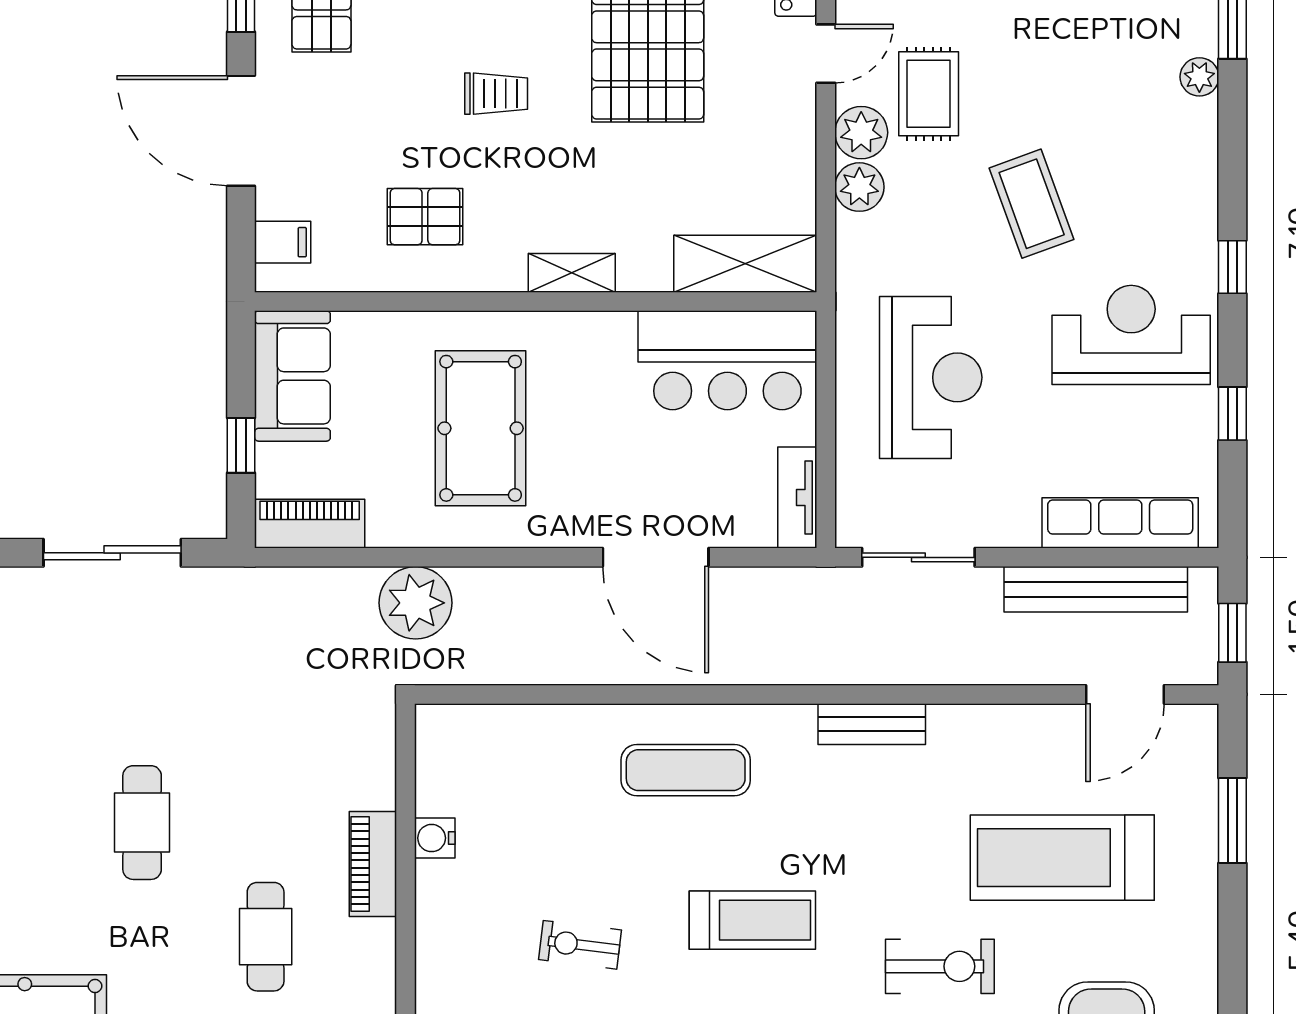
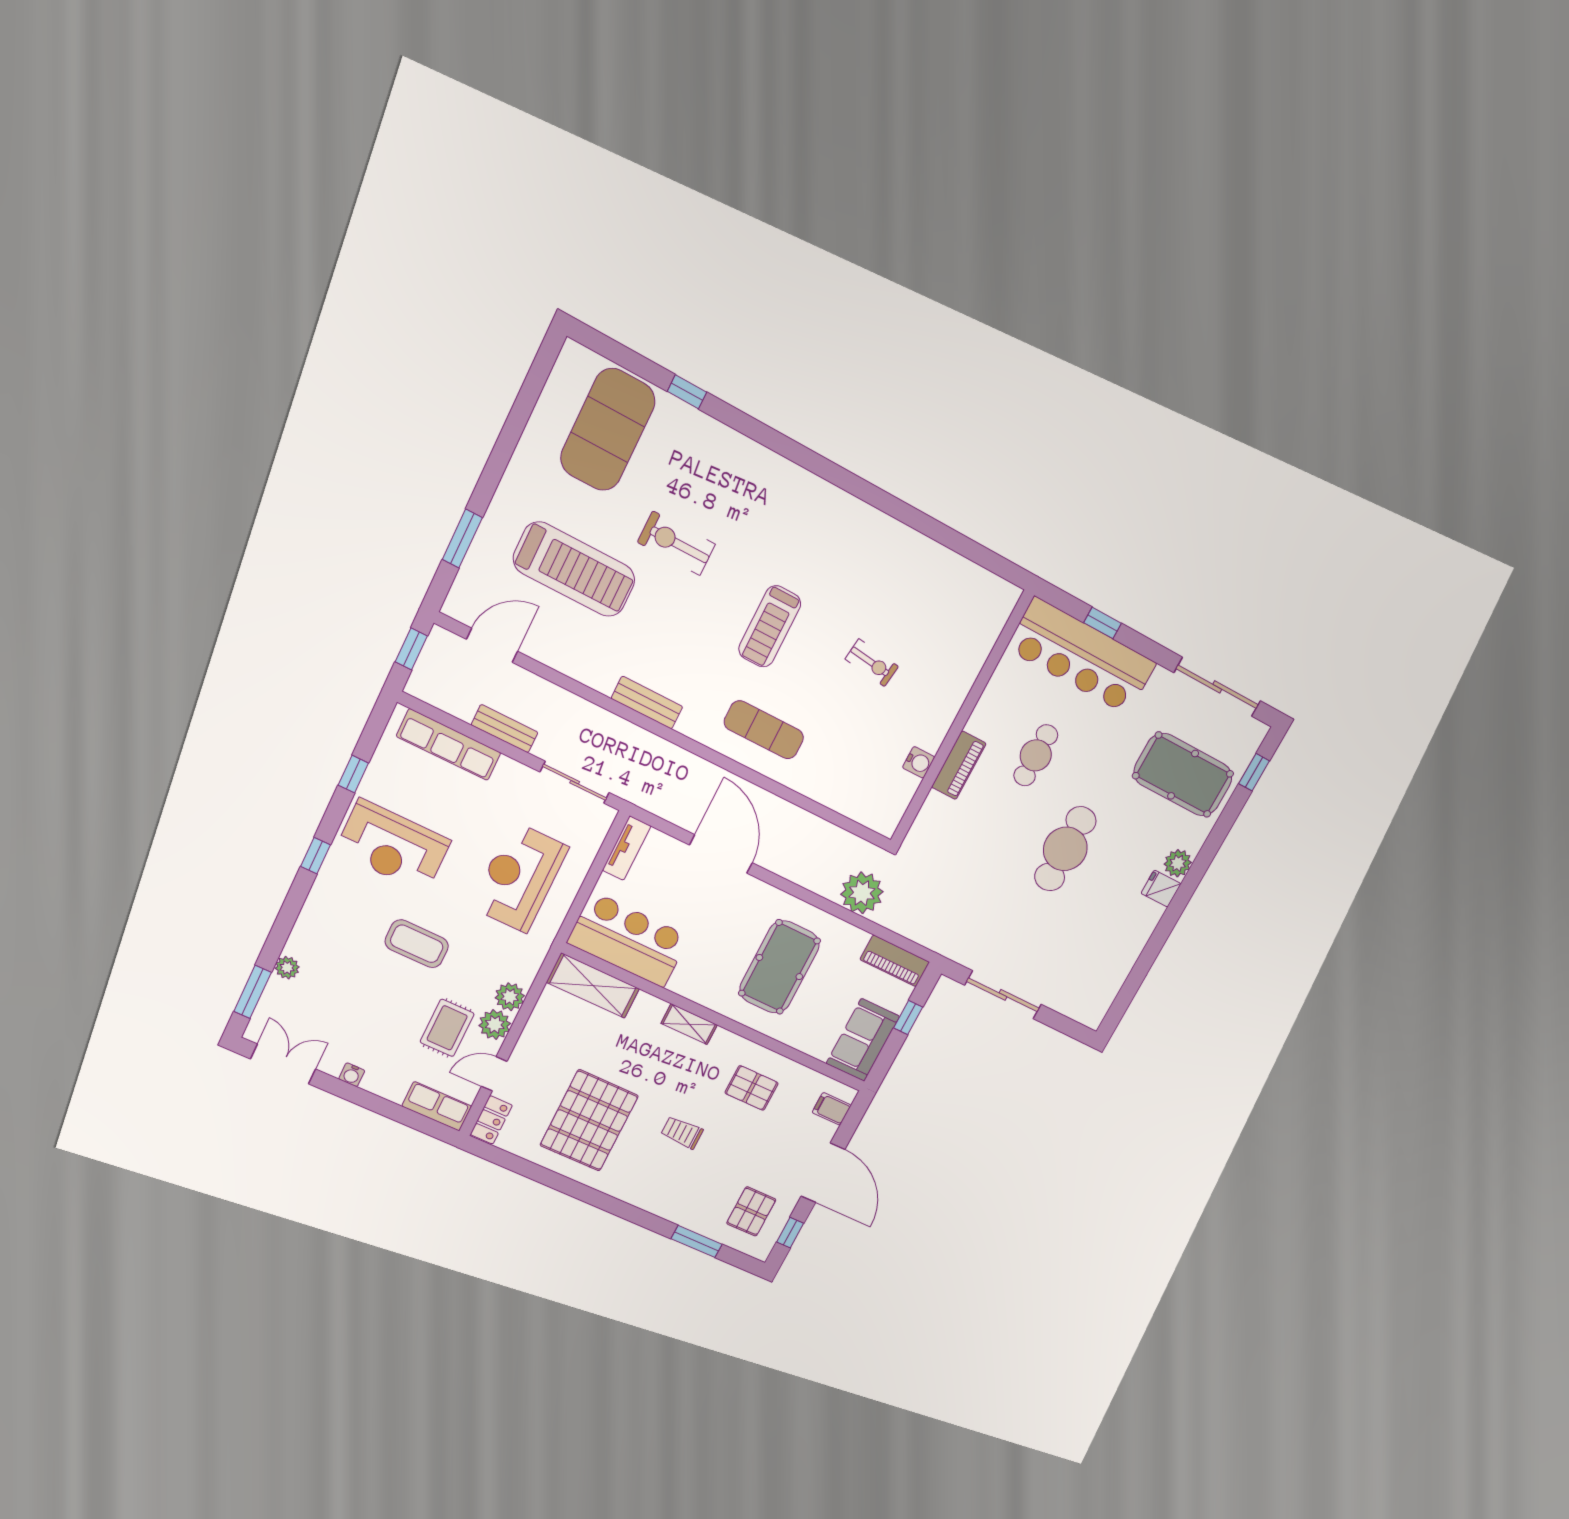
coffee table: (1032, 204) -> (417, 944), turned -70
bench: (1096, 589) -> (505, 729), width x0.54, depth x0.82
cafe table: (142, 823) -> (1065, 849), width x1.37, depth x1.35
treadmill: (752, 920) -> (770, 626), turned -90

